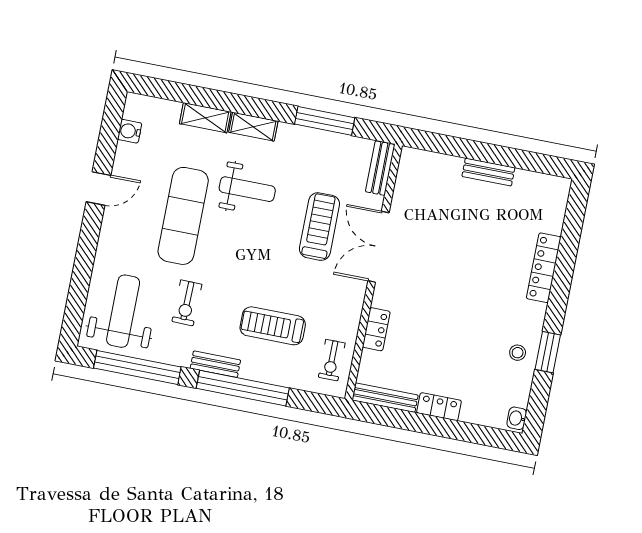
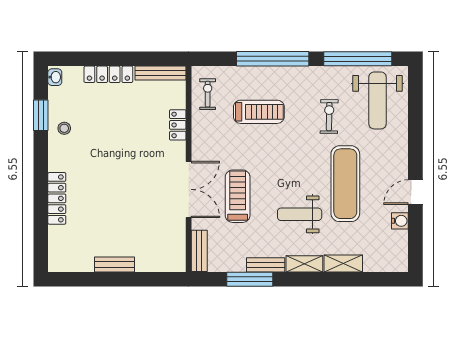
water cooler: (130, 131) -> (400, 221), moved
treadmill: (319, 227) -> (238, 196), turned 180
window: (548, 352) -> (41, 115), moved
bench: (215, 364) -> (266, 265), moved
locker: (439, 407) -> (108, 74), width x1.53

